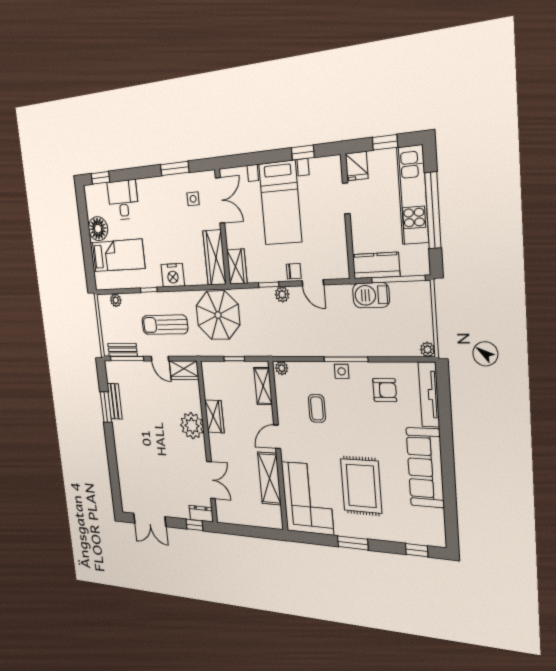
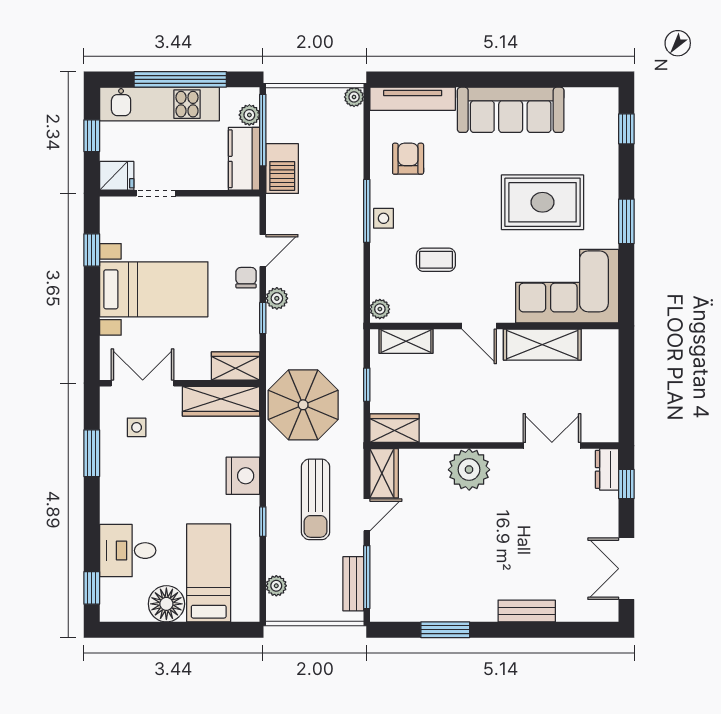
plant: (409, 268) -> (249, 115), added
bench: (115, 401) -> (527, 611), moved
wardrobe: (214, 416) -> (395, 428), moved
double door: (150, 520) -> (626, 569), swing flipped

